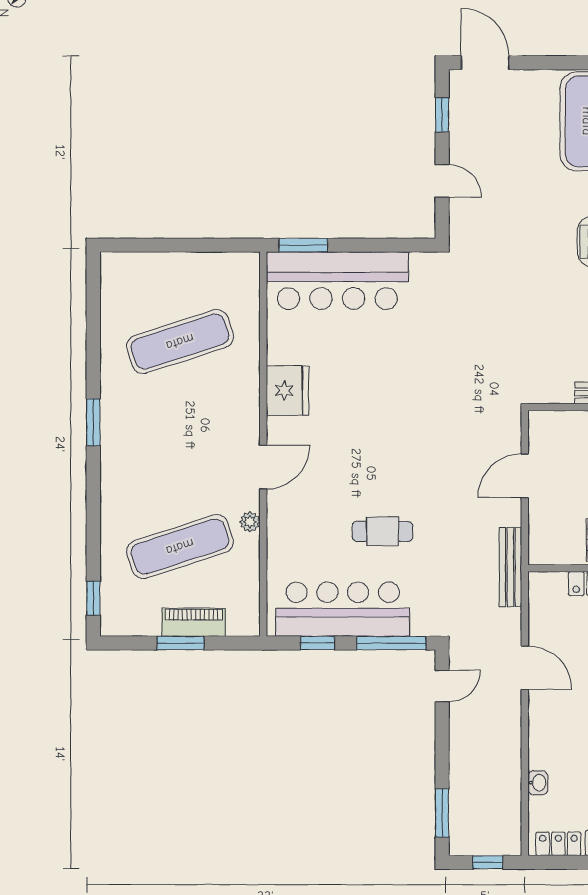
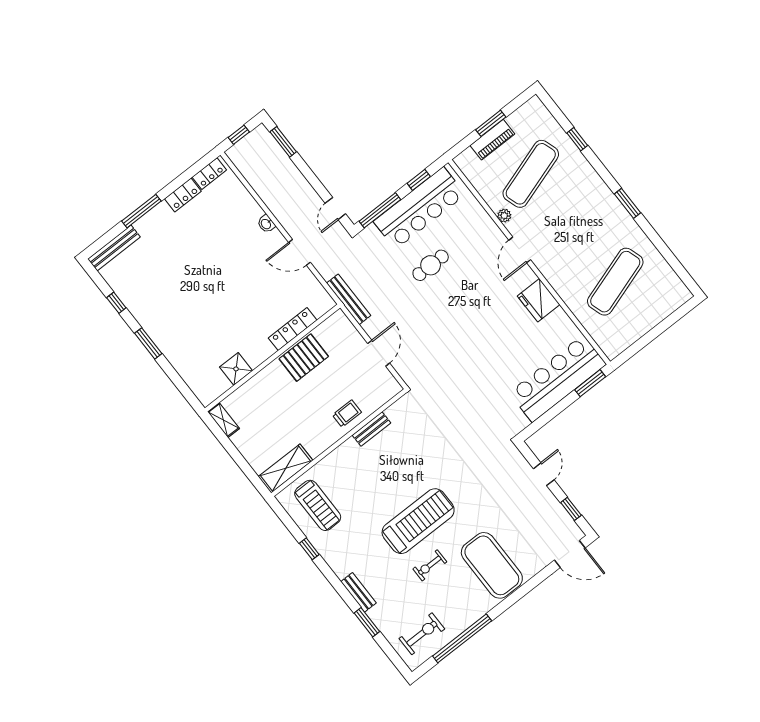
door: (442, 181) -> (544, 474), swing flipped
window: (93, 598) -> (577, 139), moved
washbasin: (538, 783) -> (266, 224), moved

